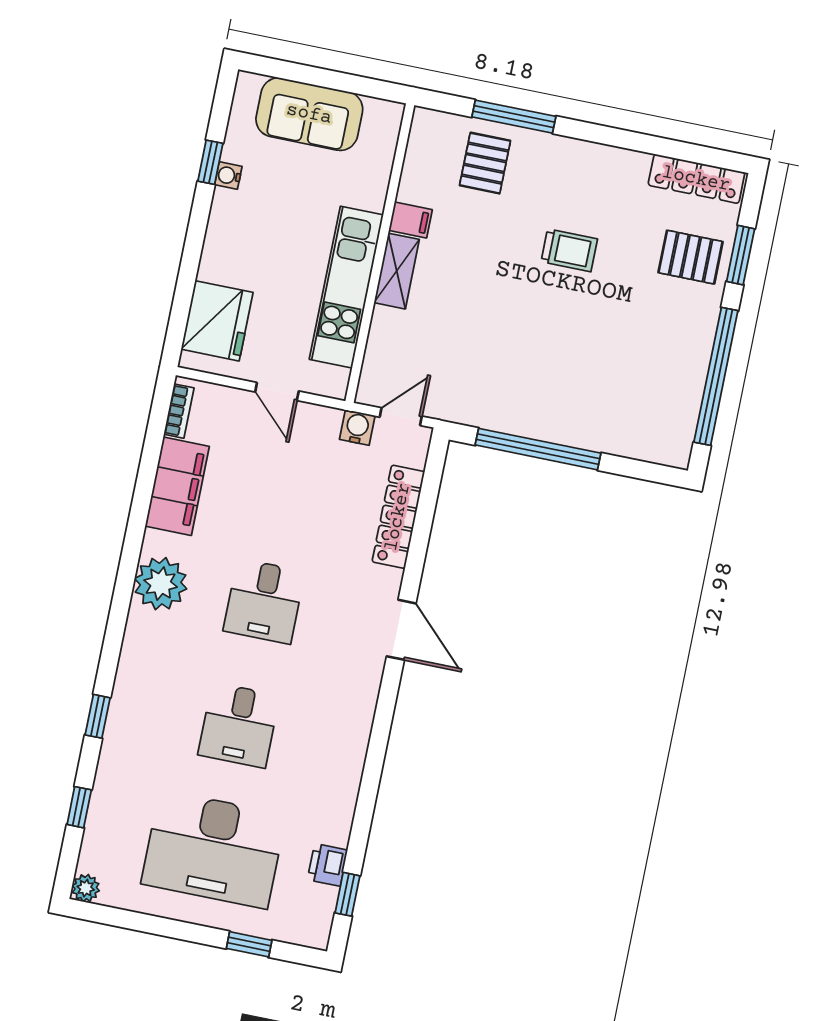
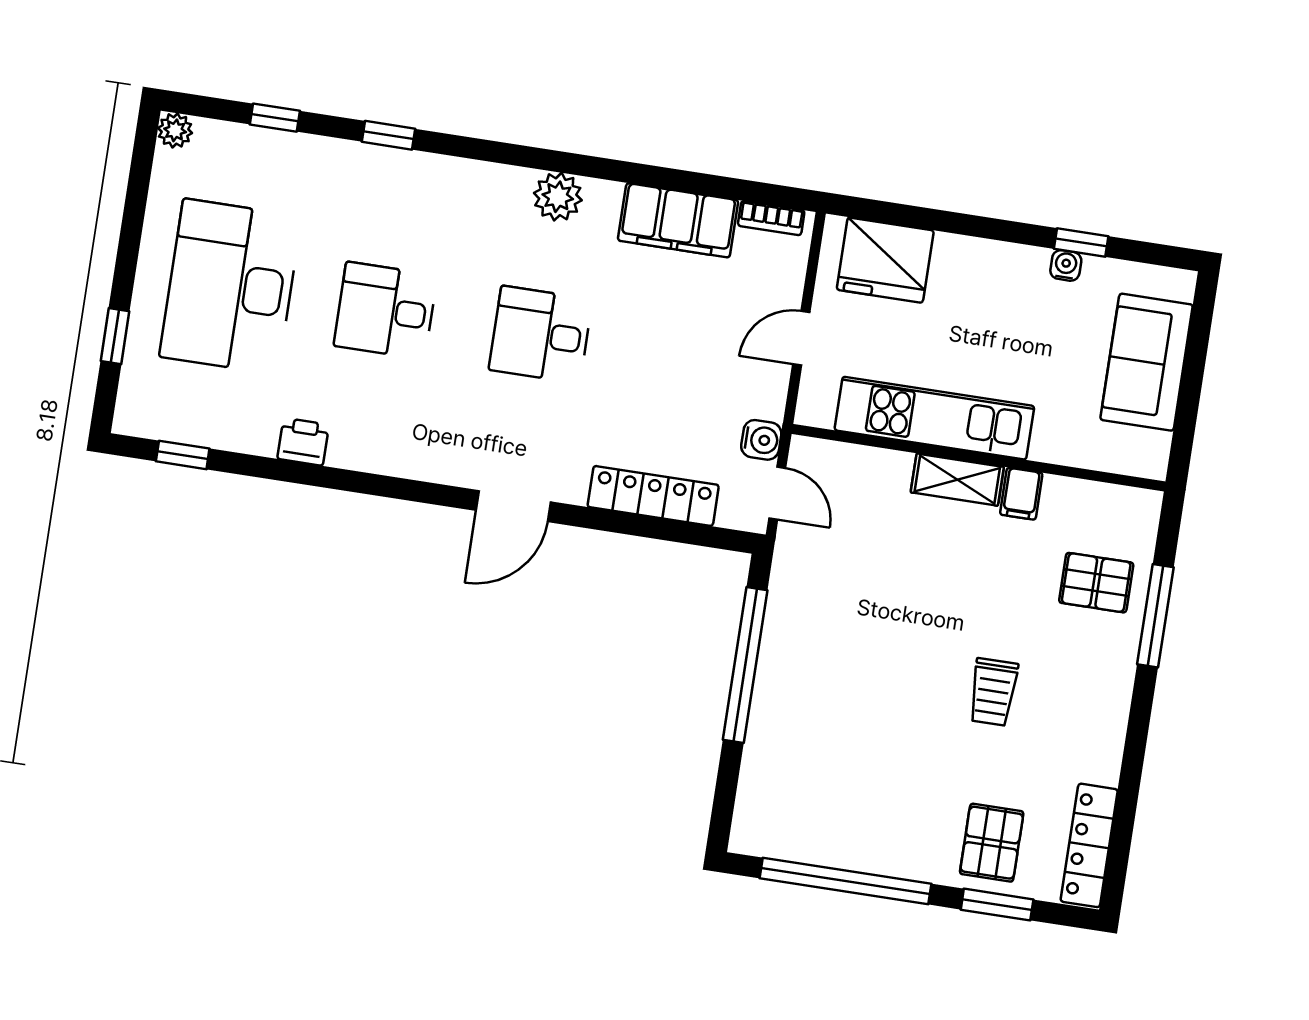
plant: (161, 584) -> (558, 197), width x0.73, depth x0.73
printer: (328, 865) -> (303, 442), moved

